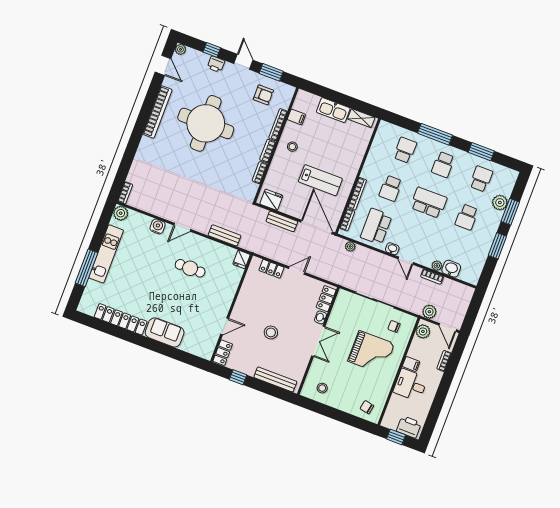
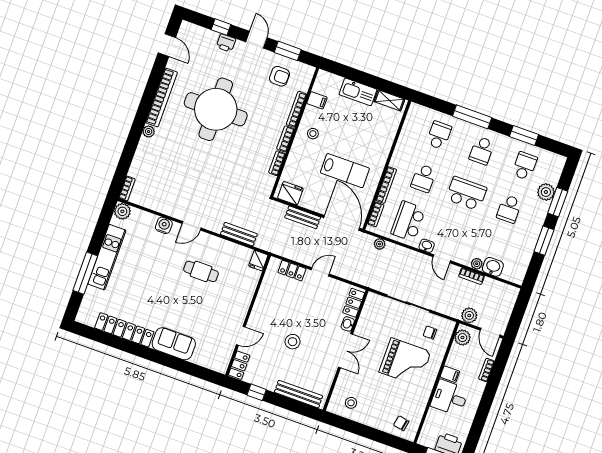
plant: (180, 49) -> (149, 131), moved

